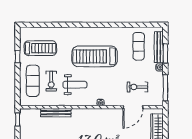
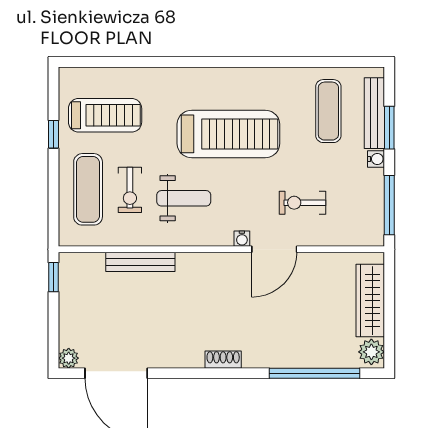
treadmill: (95, 56) -> (228, 134), turned 180
exercise bike: (137, 87) -> (303, 203), moved
door: (133, 107) -> (274, 249), moved

